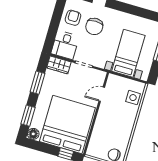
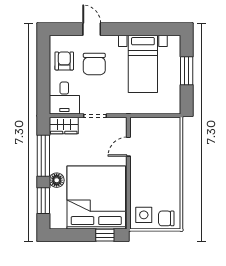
bed with nightstands: (128, 53) -> (143, 64), moved, turned 180
window: (38, 83) -> (43, 156), width x1.44
side table: (133, 98) -> (144, 215), moved
floor lamp: (33, 134) -> (57, 180), moved

